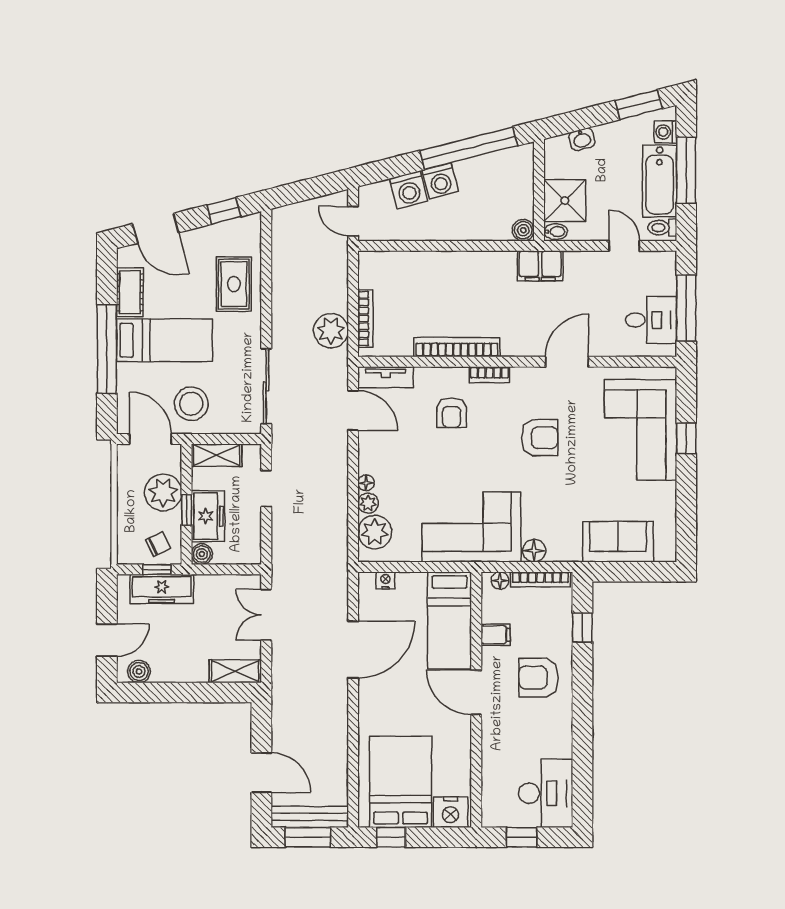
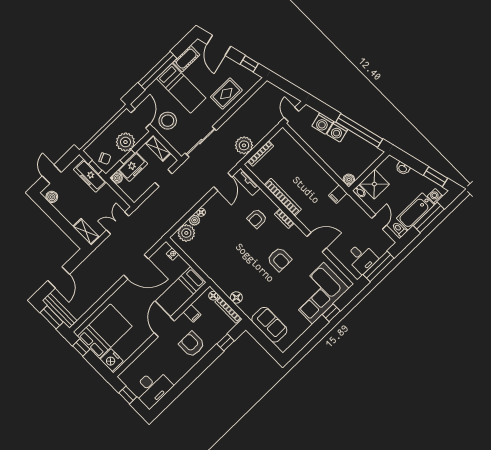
filing cabinet: (540, 266) -> (338, 194), width x0.50
corner sofa: (471, 527) -> (223, 266), removed
door: (107, 640) -> (52, 174), swing flipped

